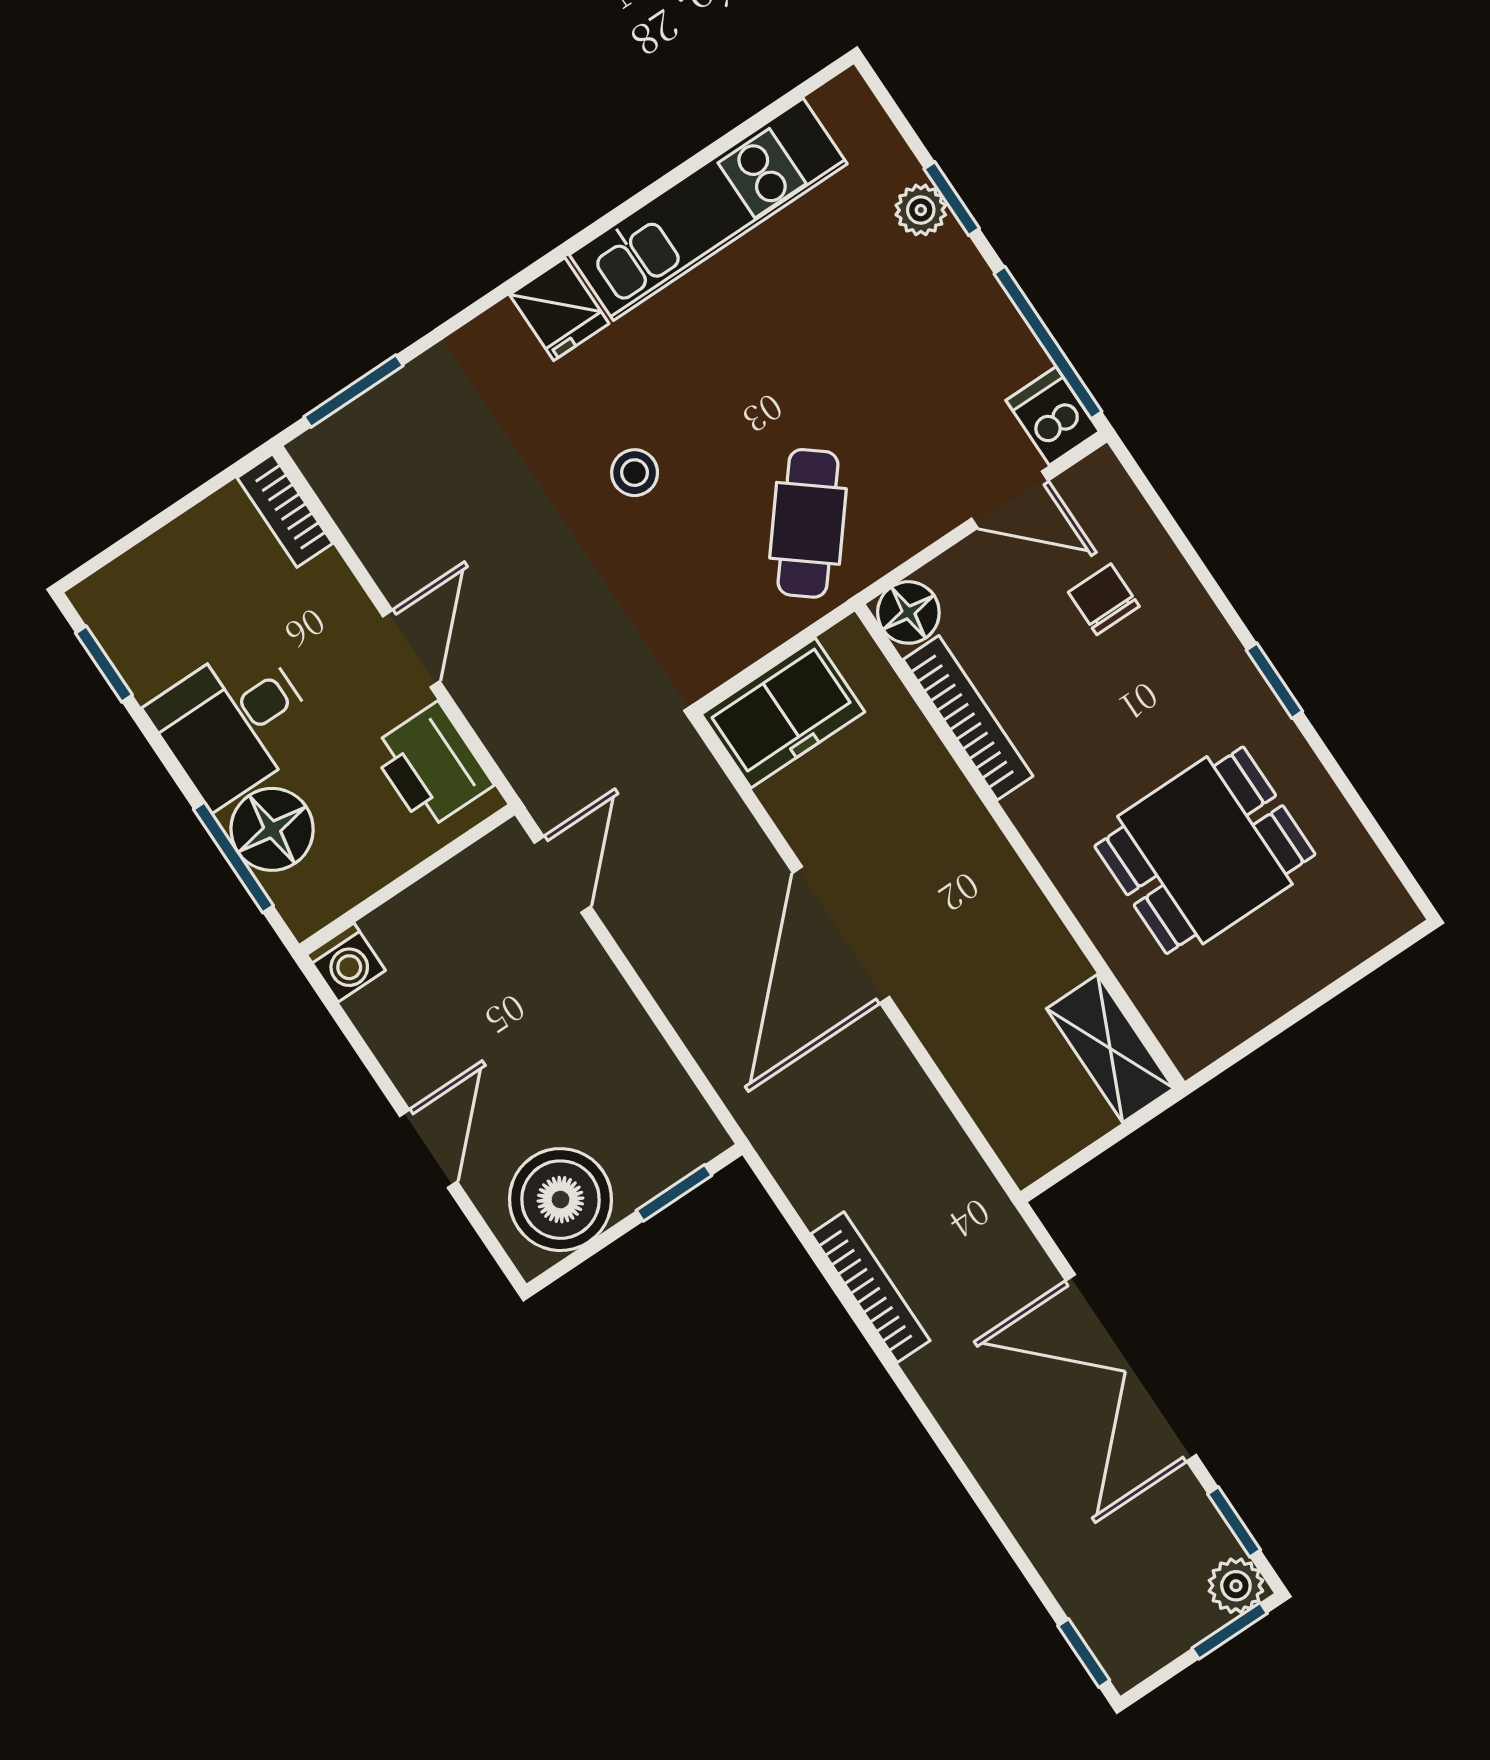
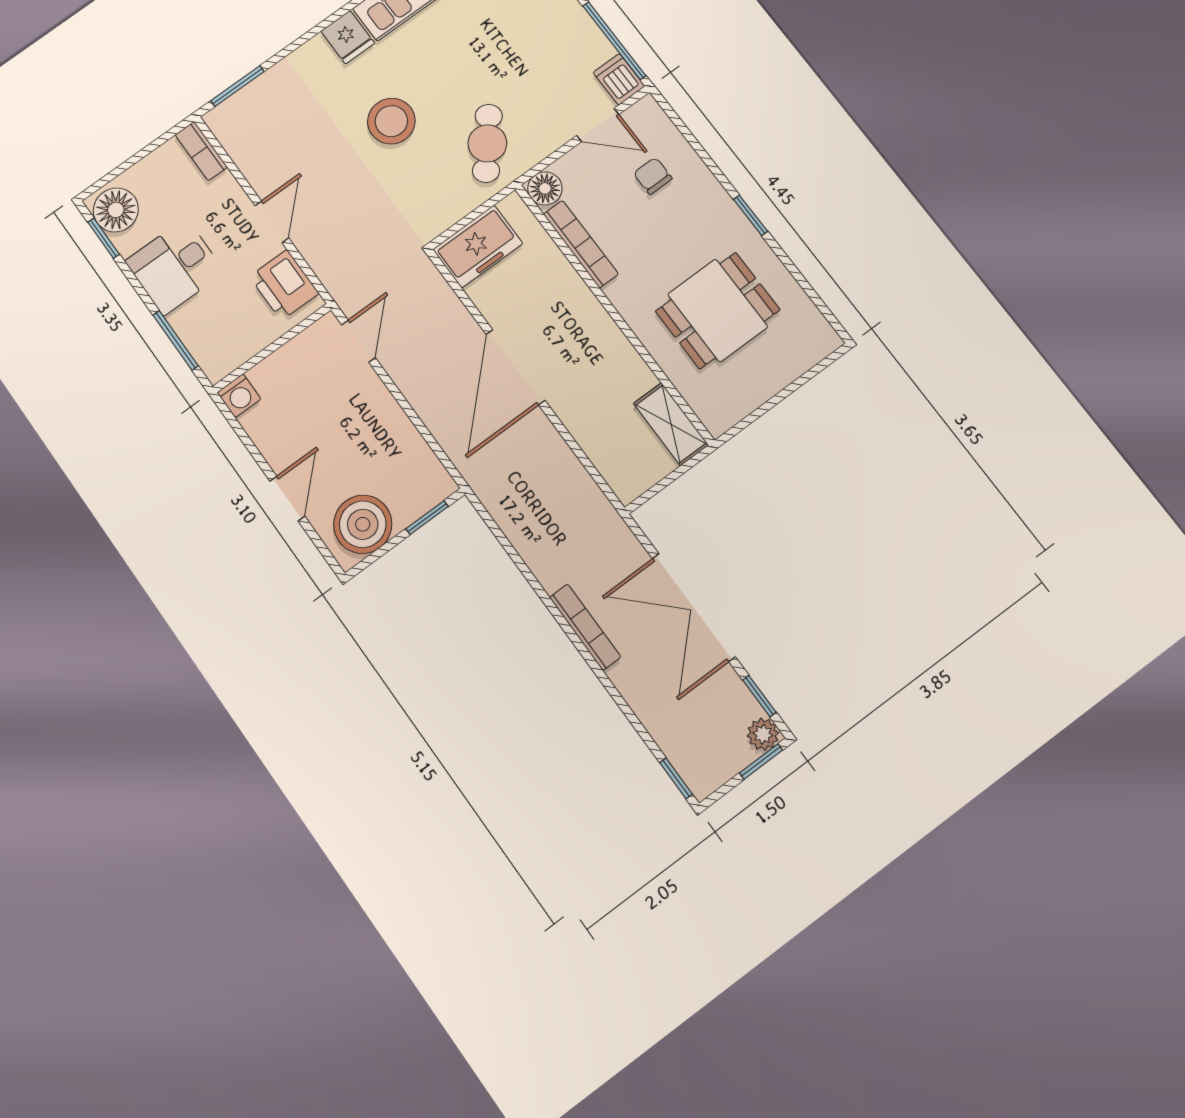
stool: (635, 473) -> (391, 121), width x1.89, depth x1.89
floor lamp: (272, 829) -> (116, 210), moved
bookcase: (871, 1287) -> (585, 627), moved

